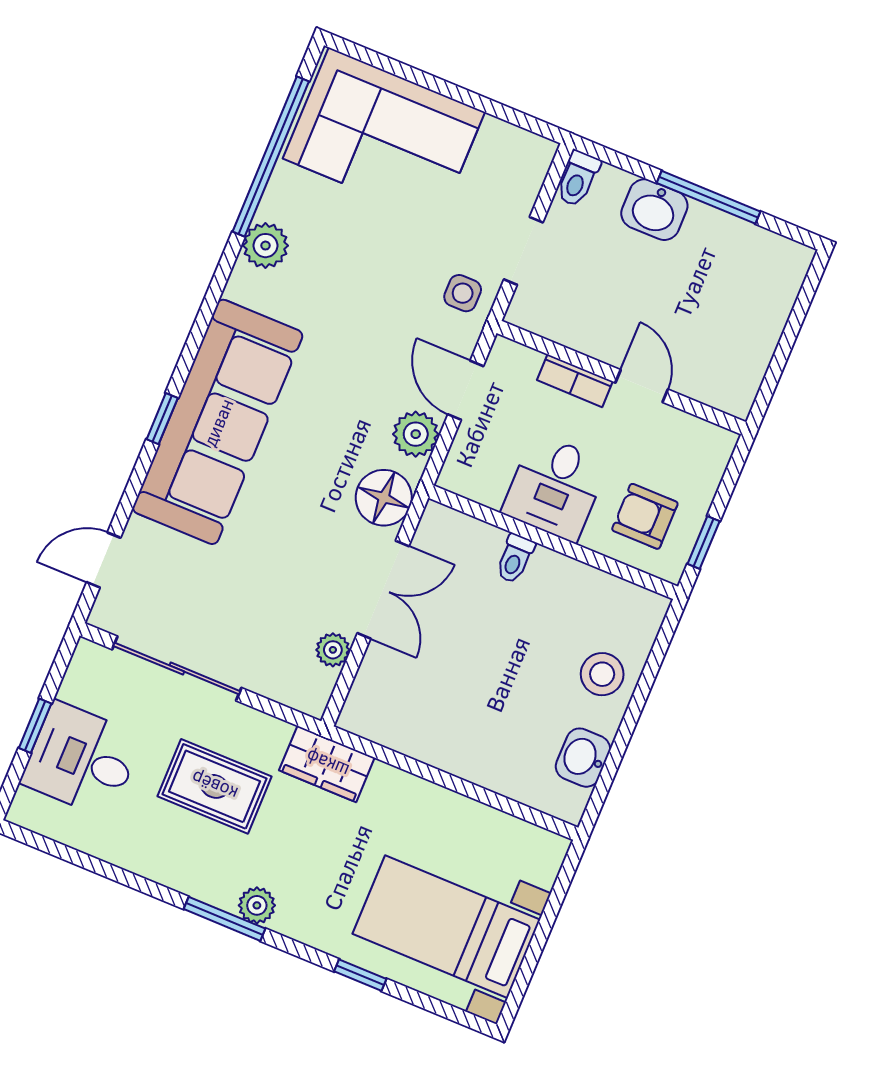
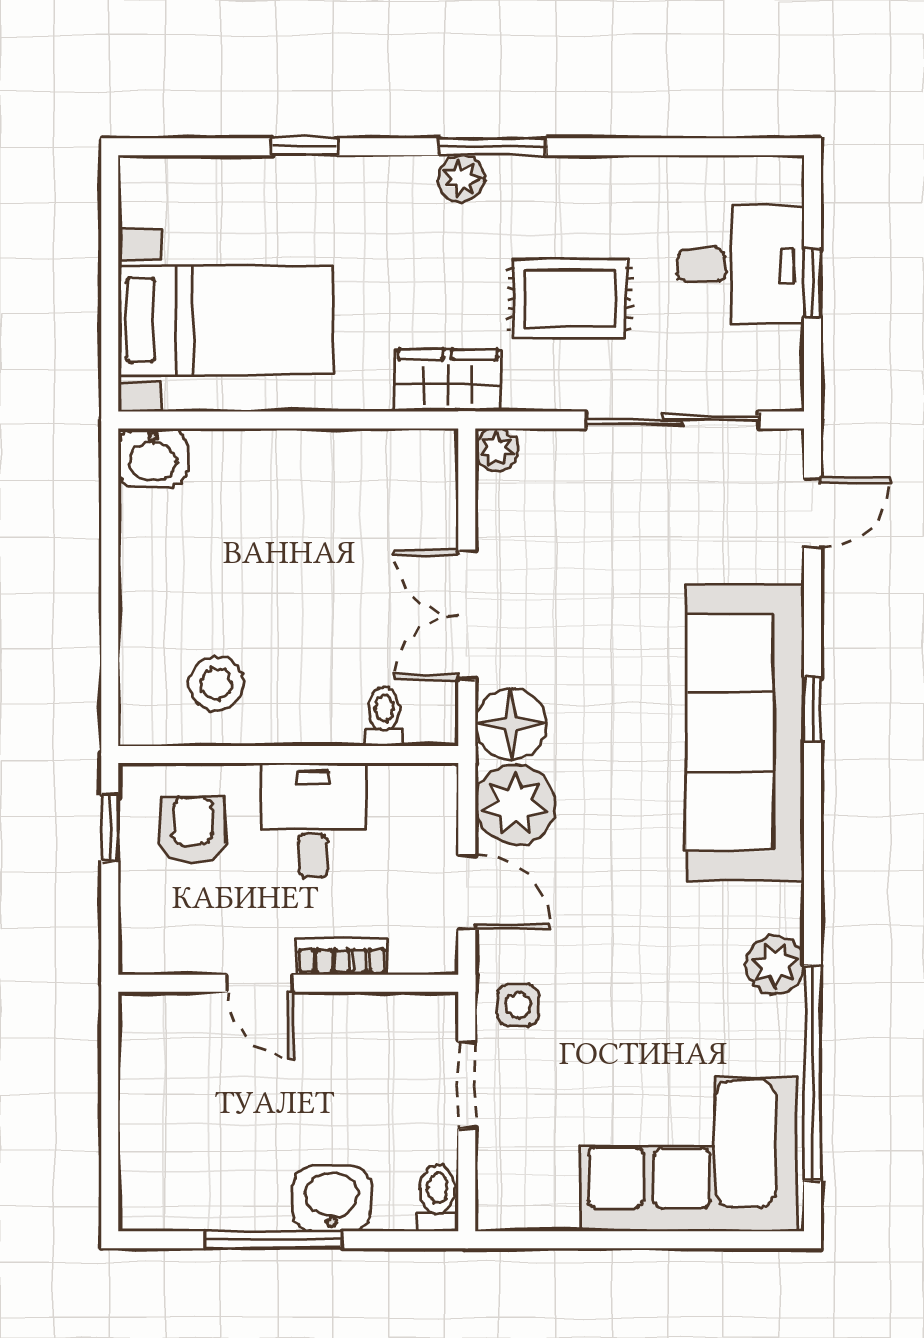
plant: (416, 434) -> (515, 804), width x1.36, depth x1.36
armchair: (645, 516) -> (192, 830), turned -90
toilet: (515, 558) -> (384, 716), moved
plant: (333, 650) -> (497, 450), moved
stool: (602, 674) -> (216, 684), moved
washbasin: (583, 758) -> (152, 457), moved, turned 90
bed with nightstands: (446, 927) -> (226, 320), moved

